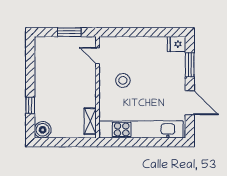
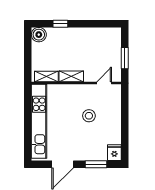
stool: (123, 80) -> (89, 116), moved
shelving: (90, 93) -> (71, 76), added

